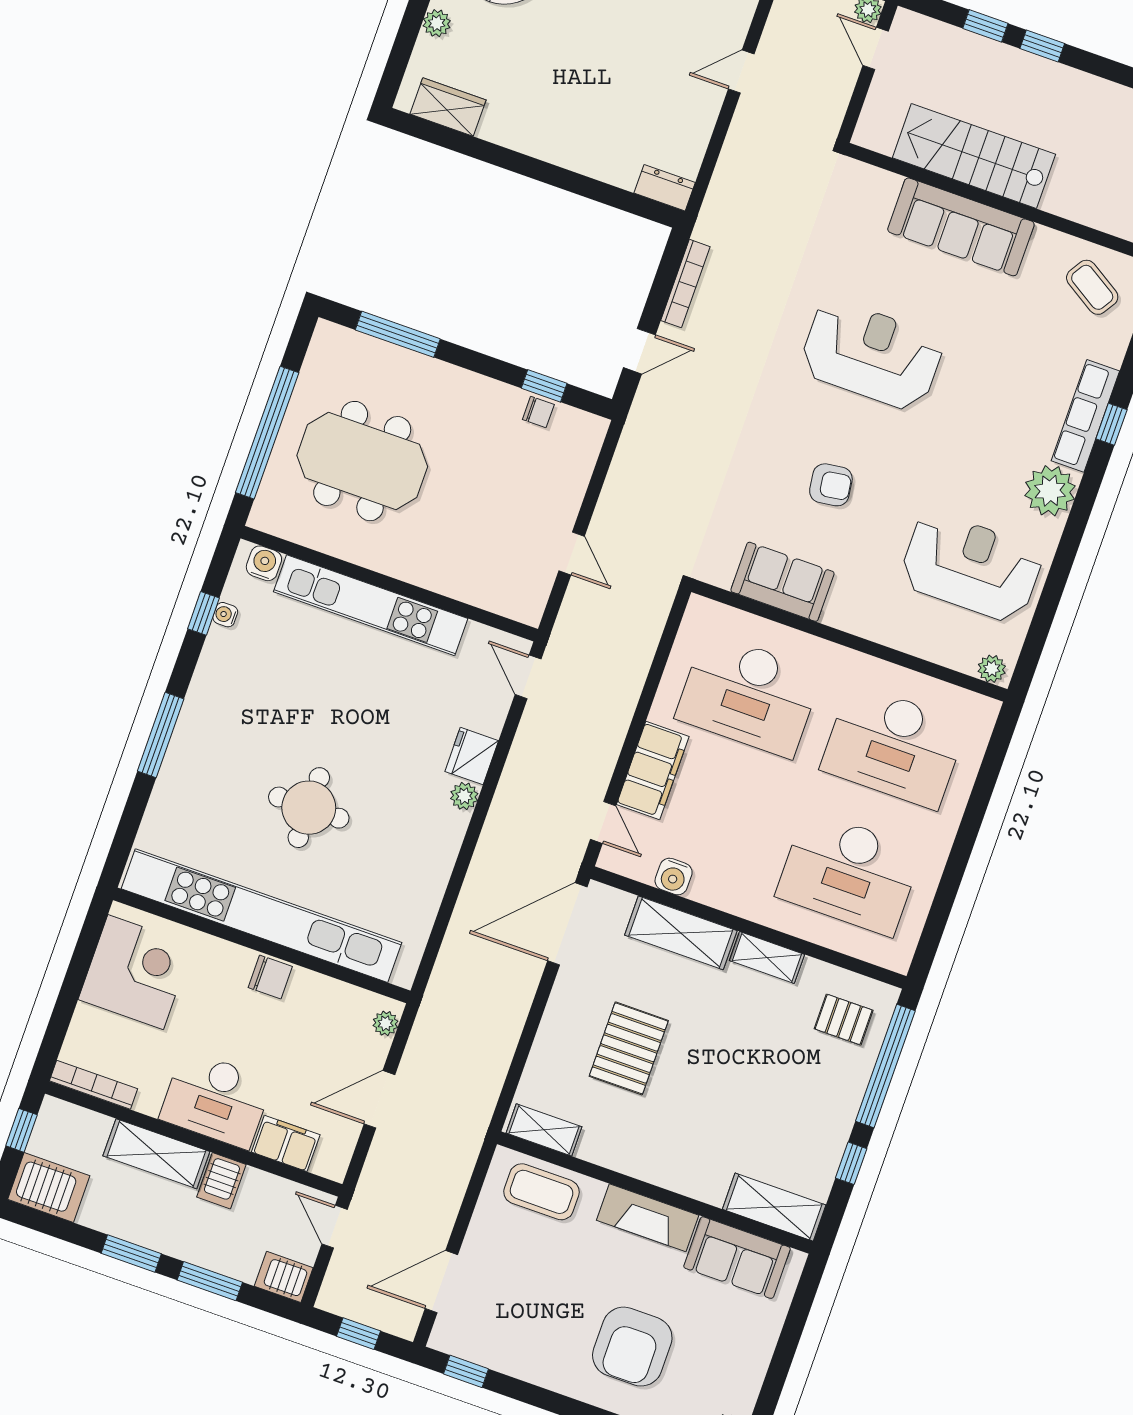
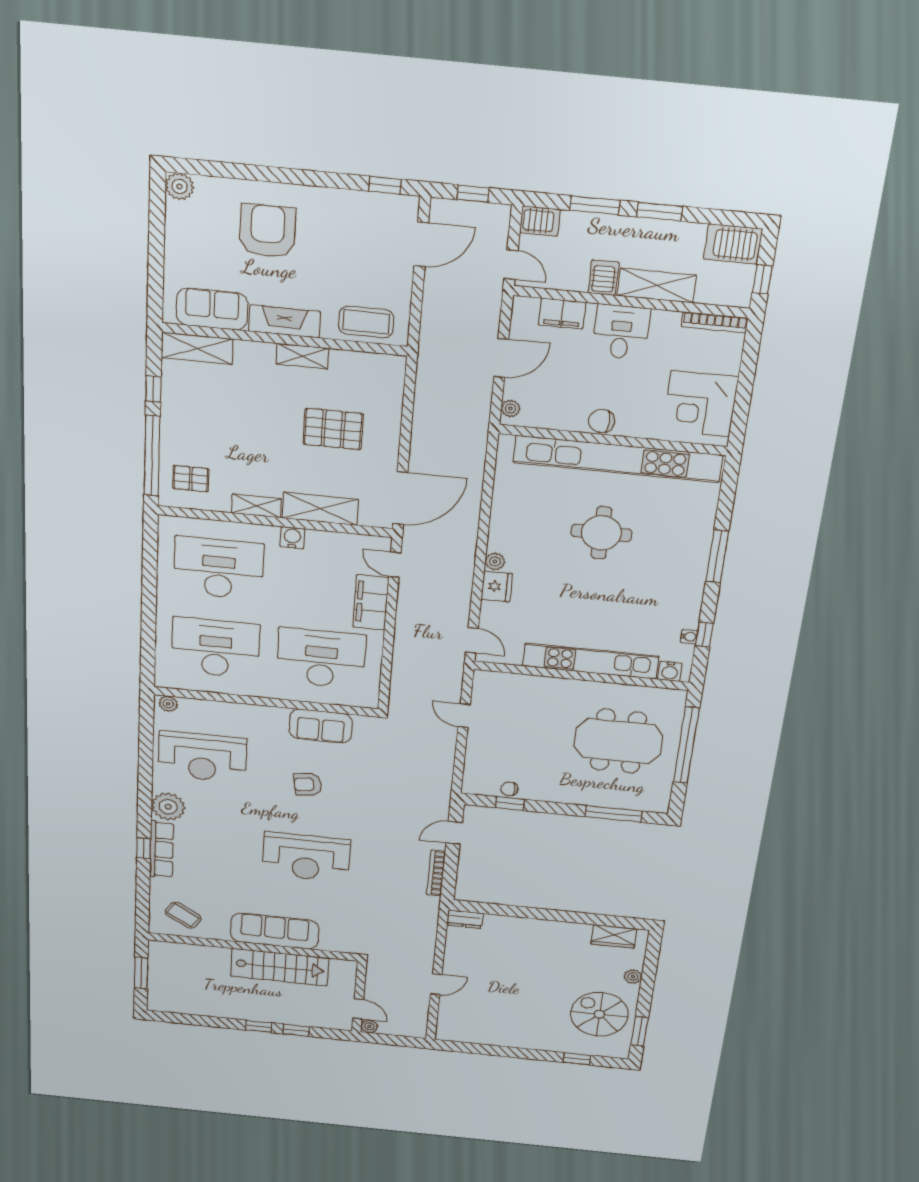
water cooler: (674, 877) -> (292, 538), moved
pallet: (629, 1048) -> (333, 429), turned 90
desk: (216, 1099) -> (621, 332), width x0.73
shelving: (544, 1130) -> (302, 356), moved

